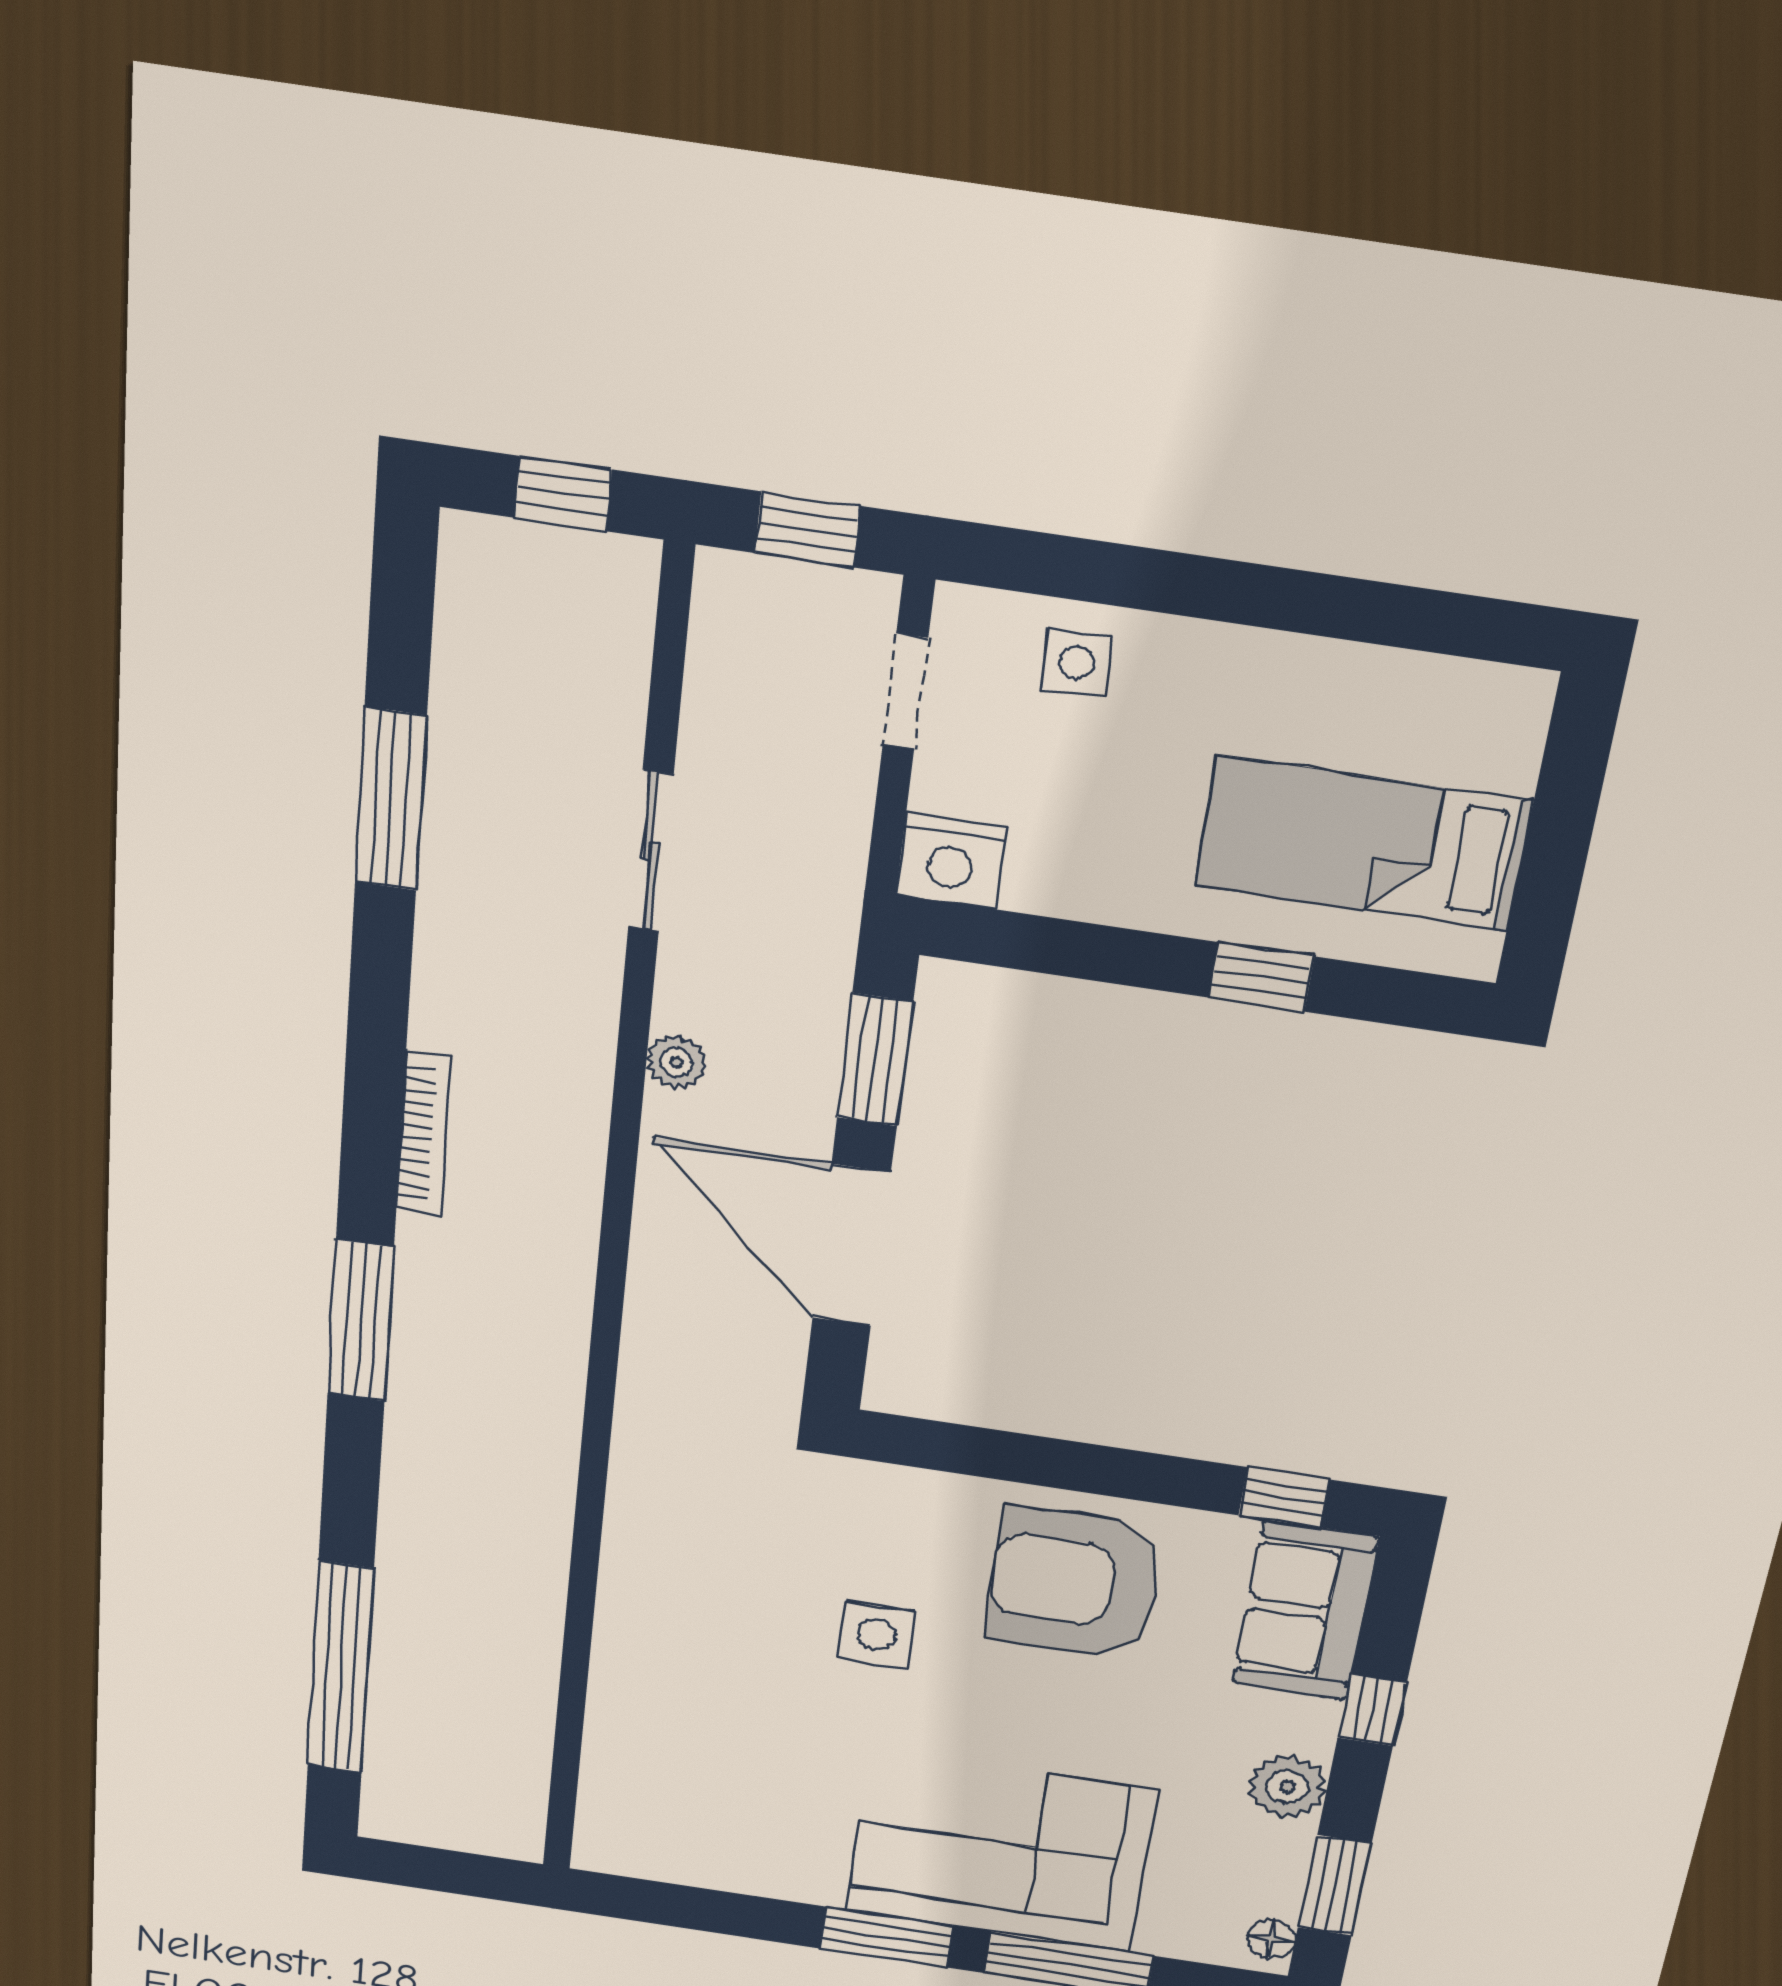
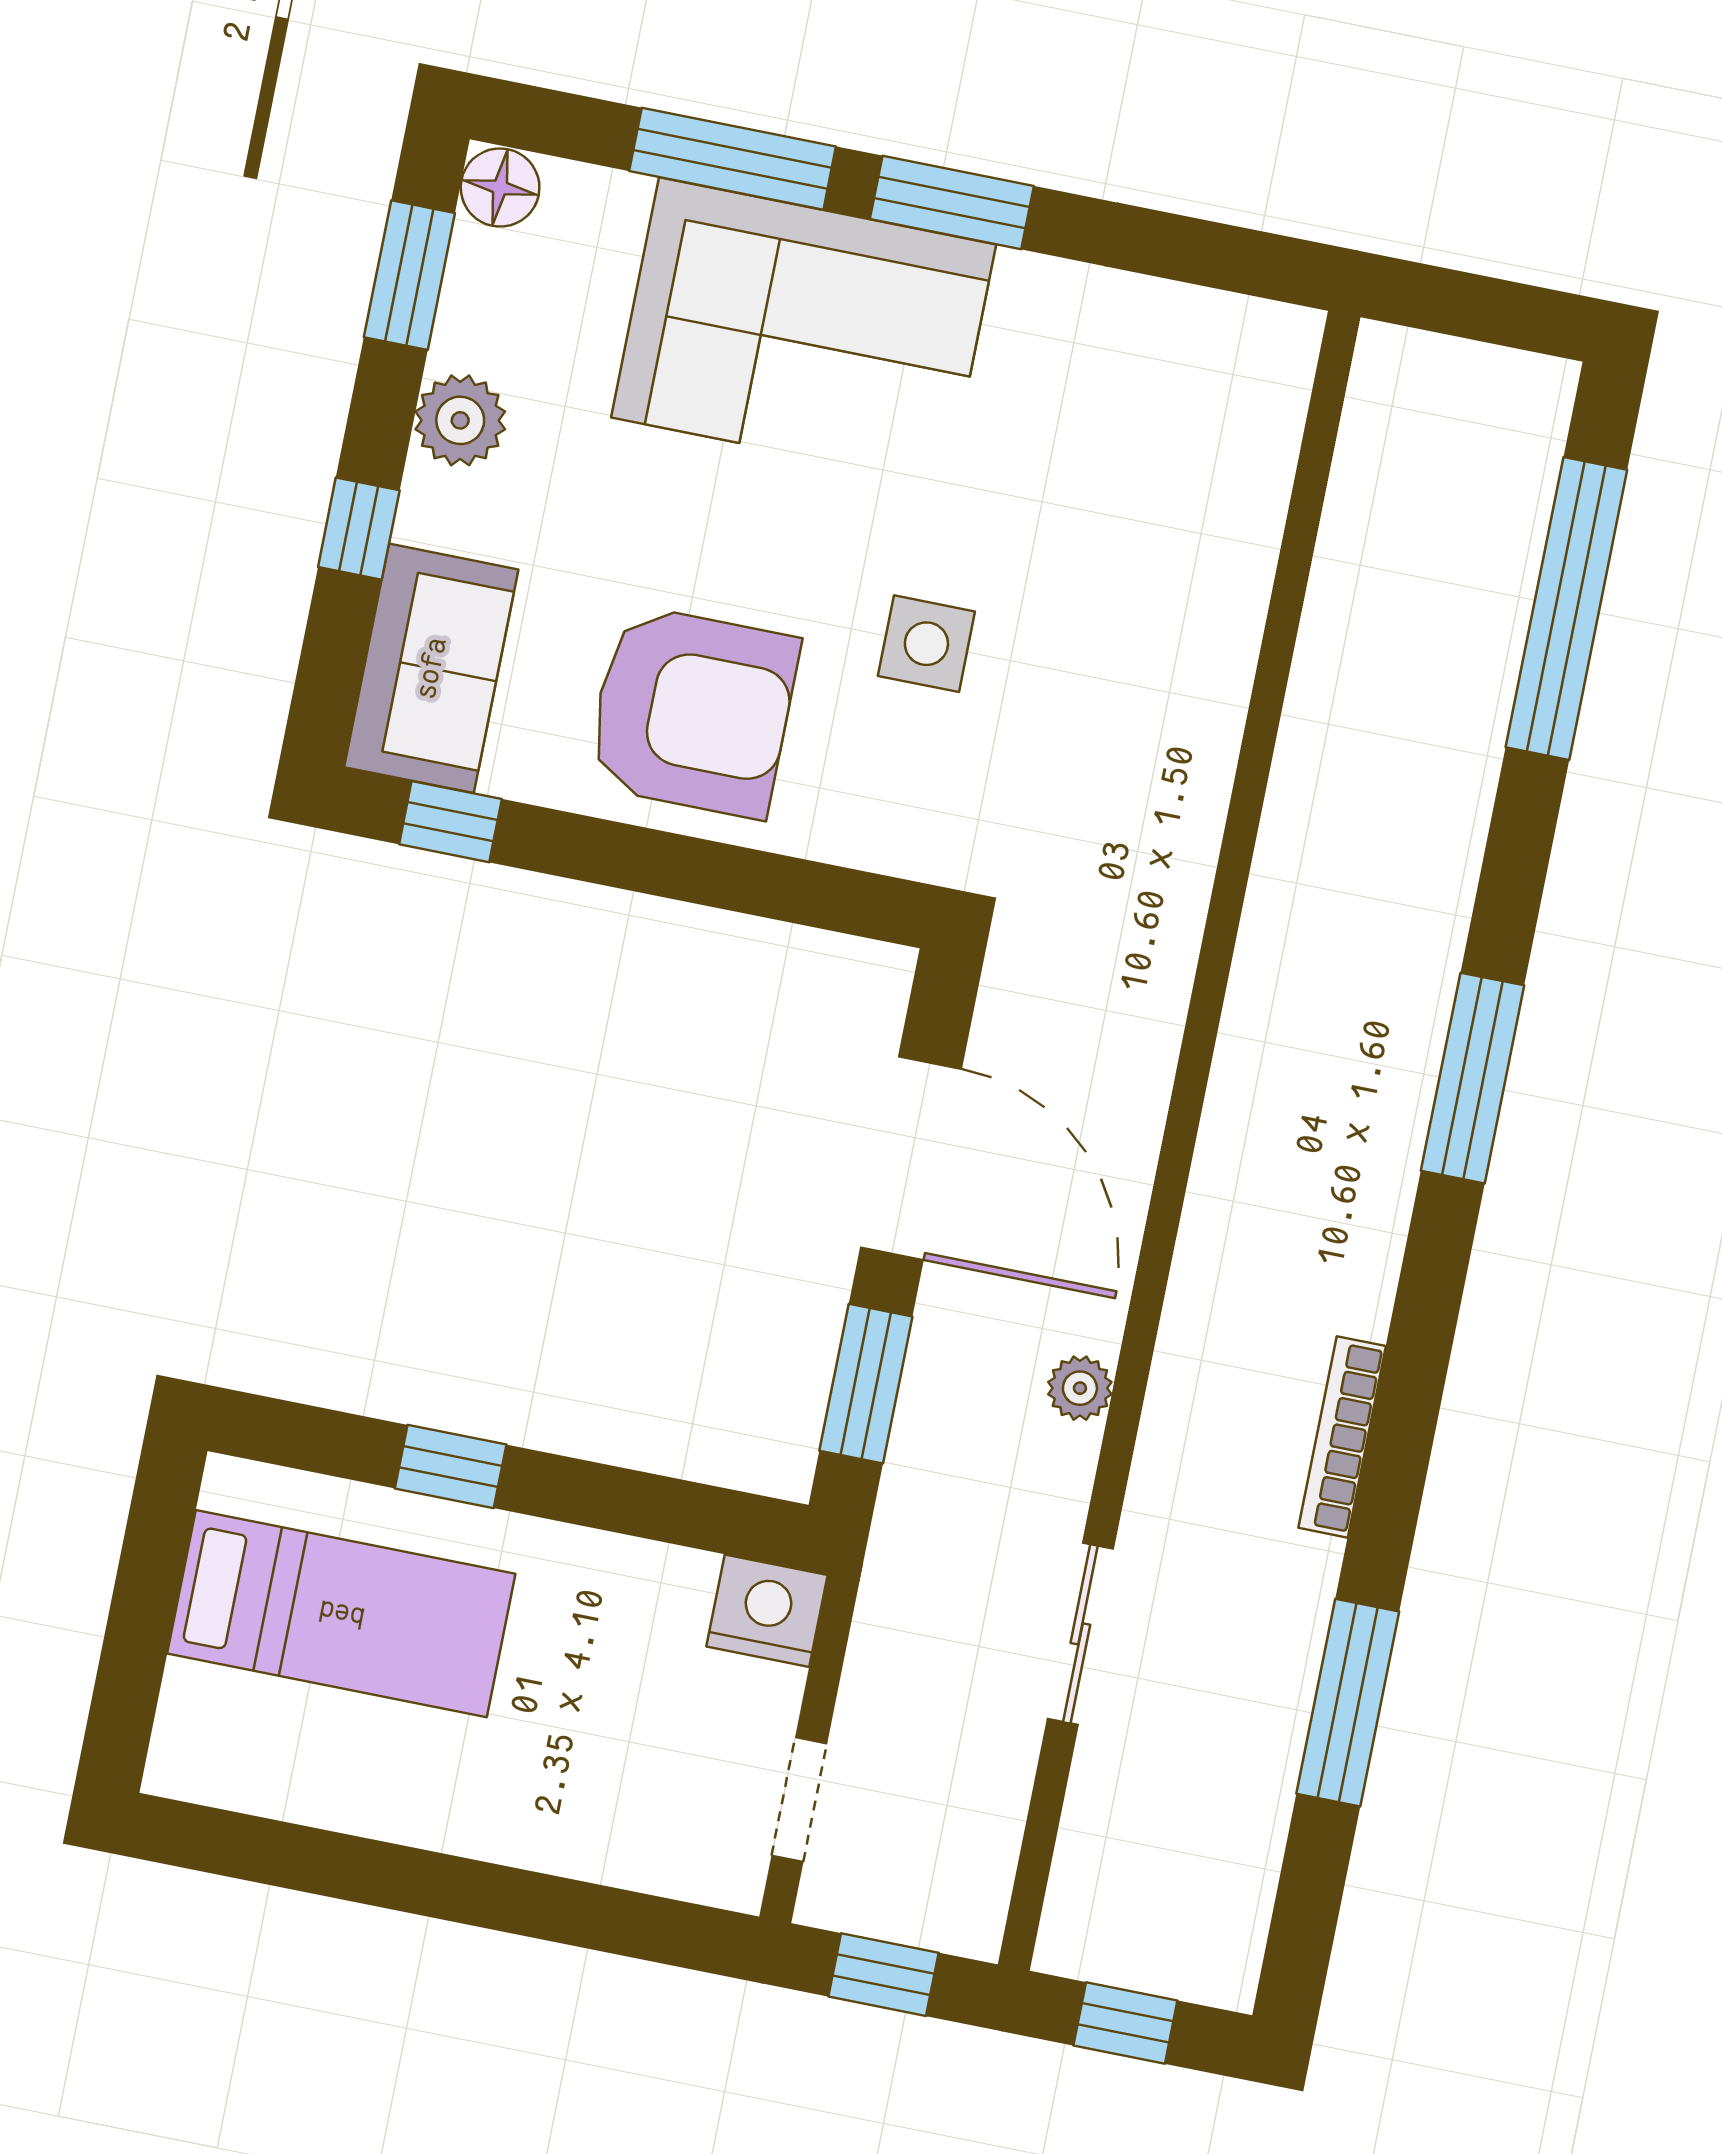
side table: (1077, 662) -> (623, 1823), removed
bookcase: (424, 1133) -> (1342, 1437), moved
floor lamp: (1271, 1939) -> (500, 188), width x1.37, depth x1.37

